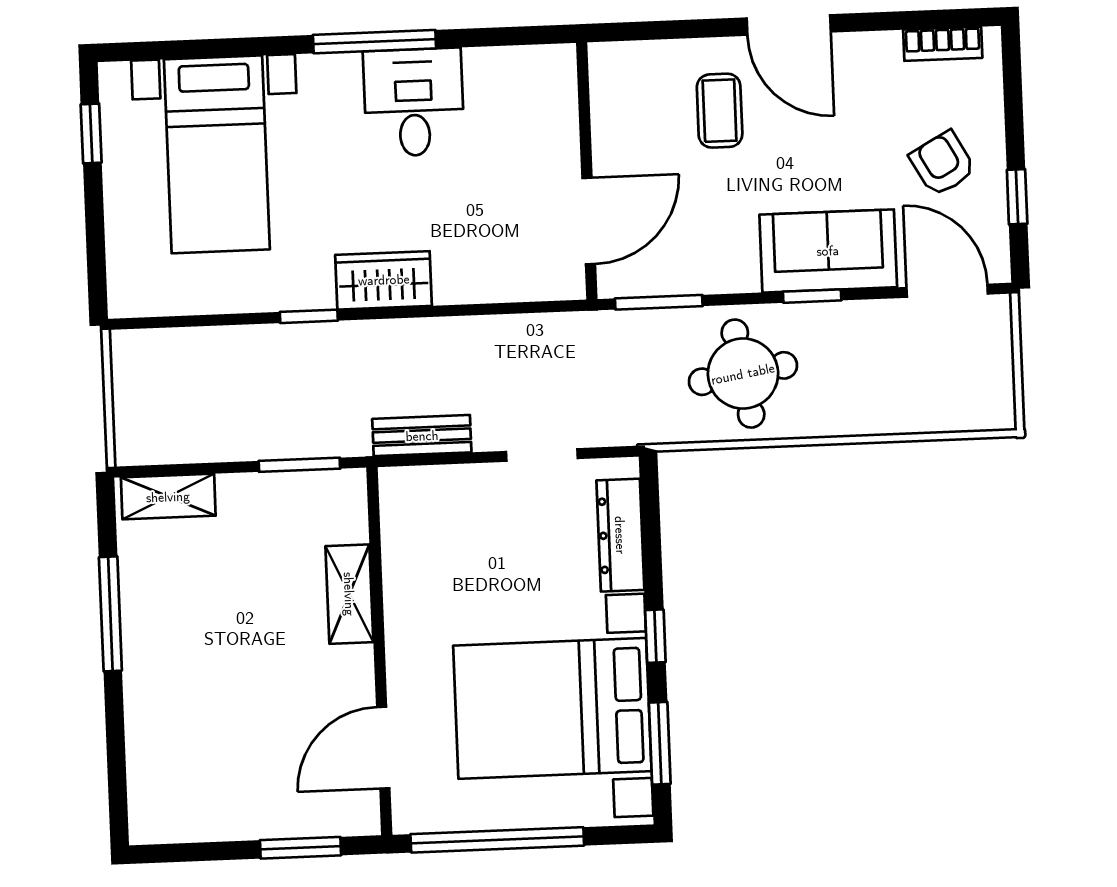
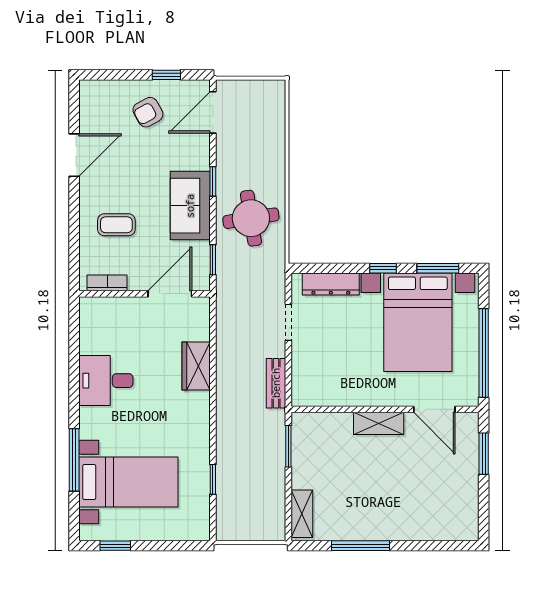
door: (789, 25) -> (74, 155), moved
window: (374, 42) -> (74, 460), moved
bookcase: (943, 44) -> (107, 283), moved, turned -90
door: (589, 221) -> (170, 294), hinge flipped
sofa: (828, 251) -> (190, 206), moved
wardrobe: (384, 280) -> (196, 366), moved
window: (659, 302) -> (213, 260), width x0.67
window: (309, 316) -> (213, 479), moved
shelving: (349, 594) -> (379, 423), moved

